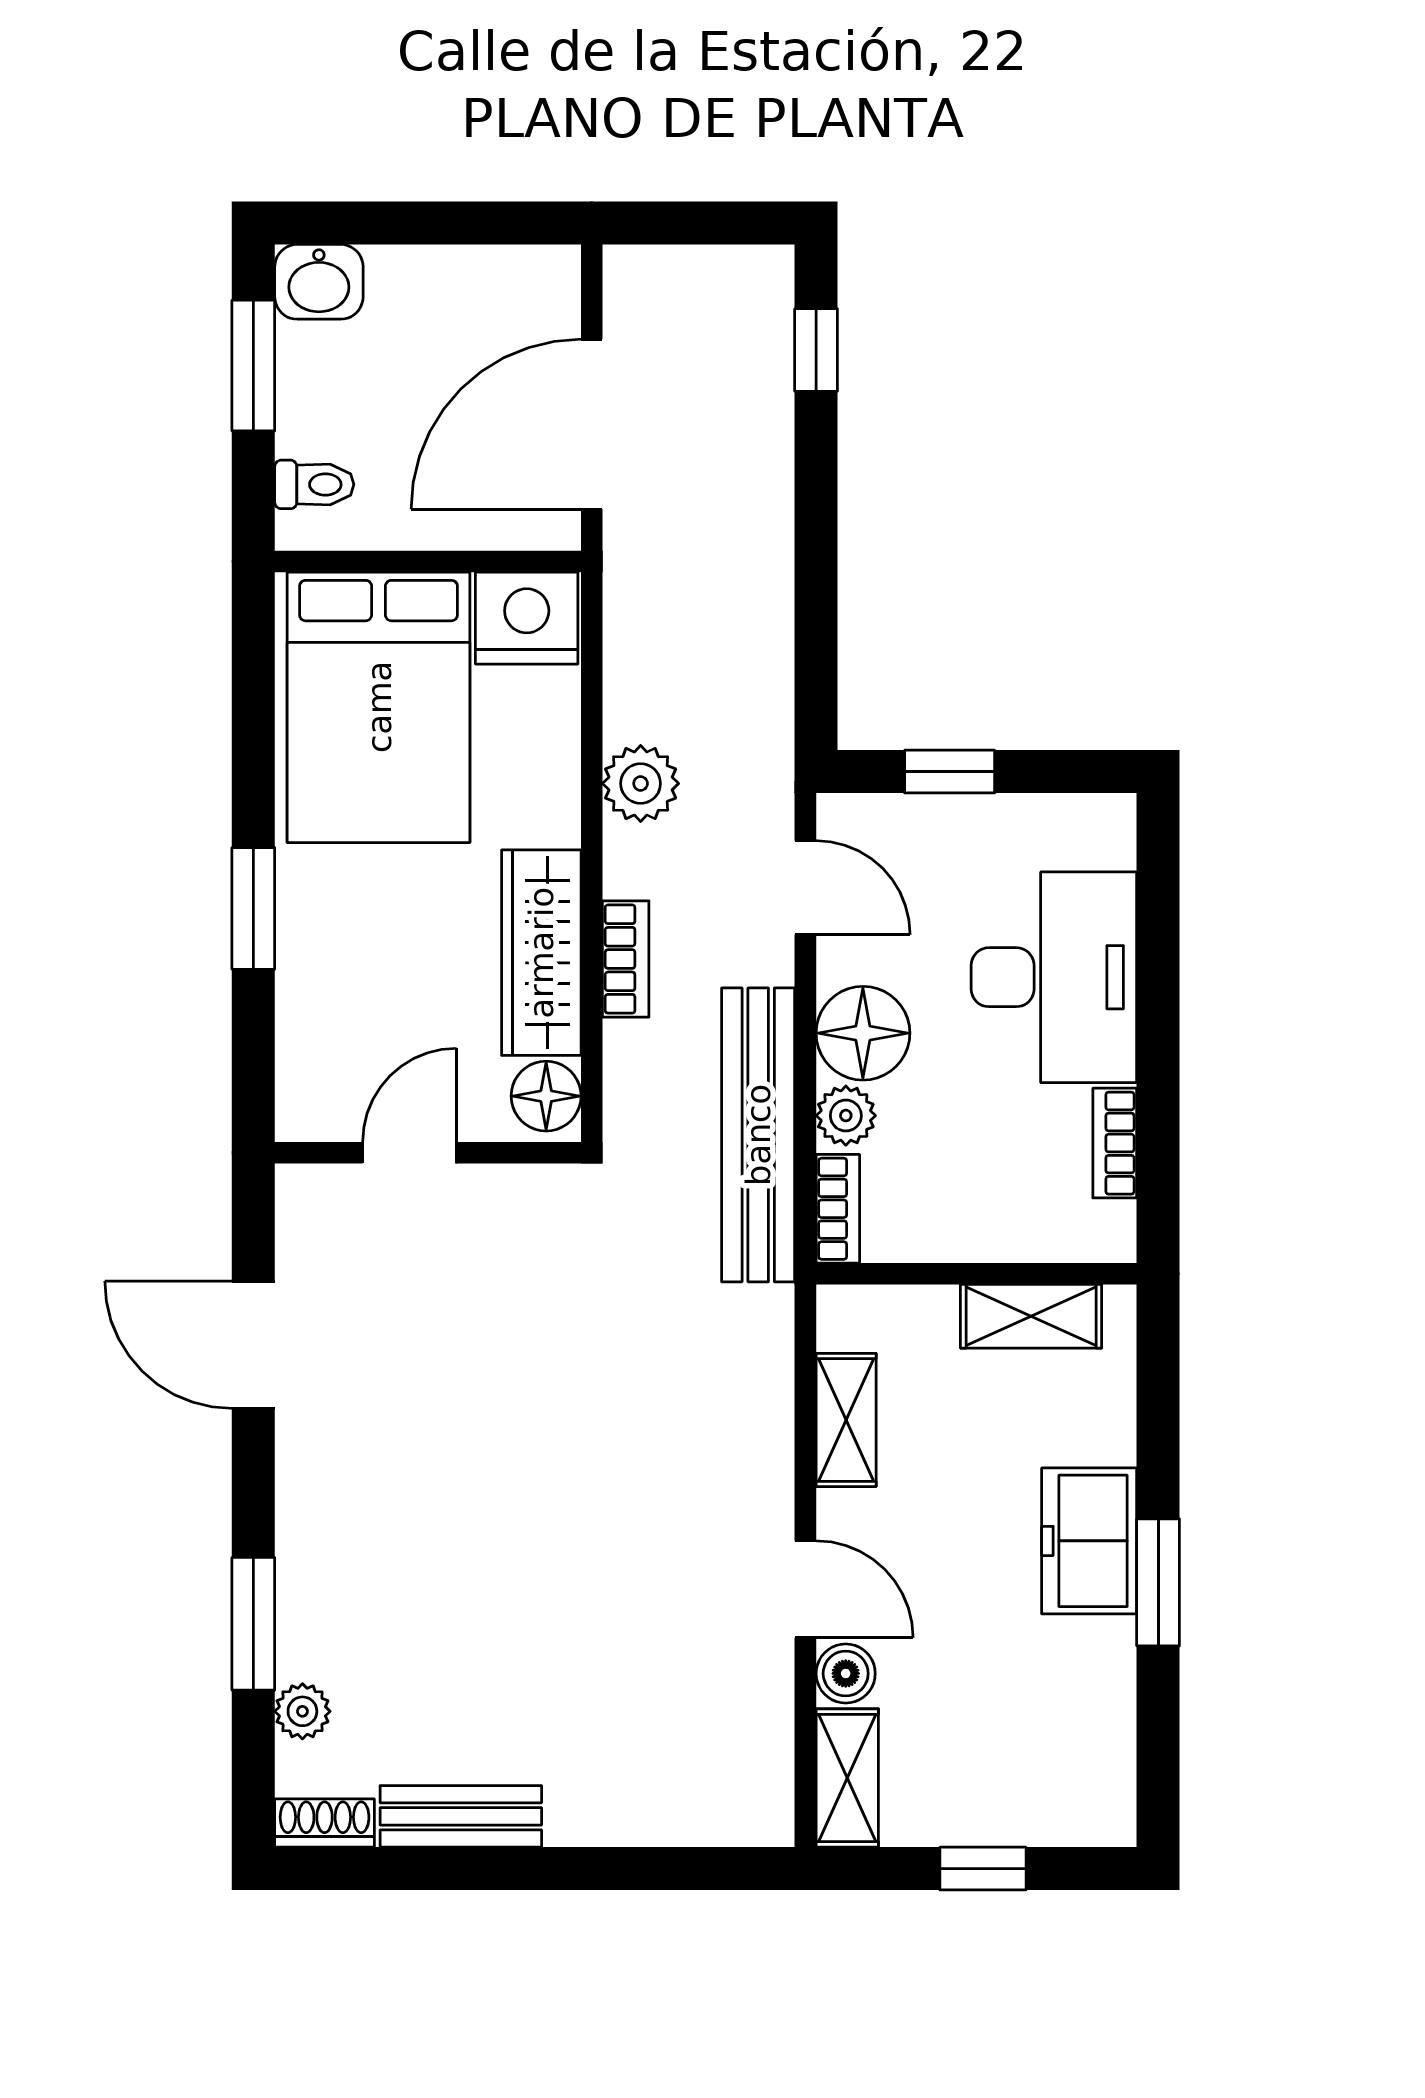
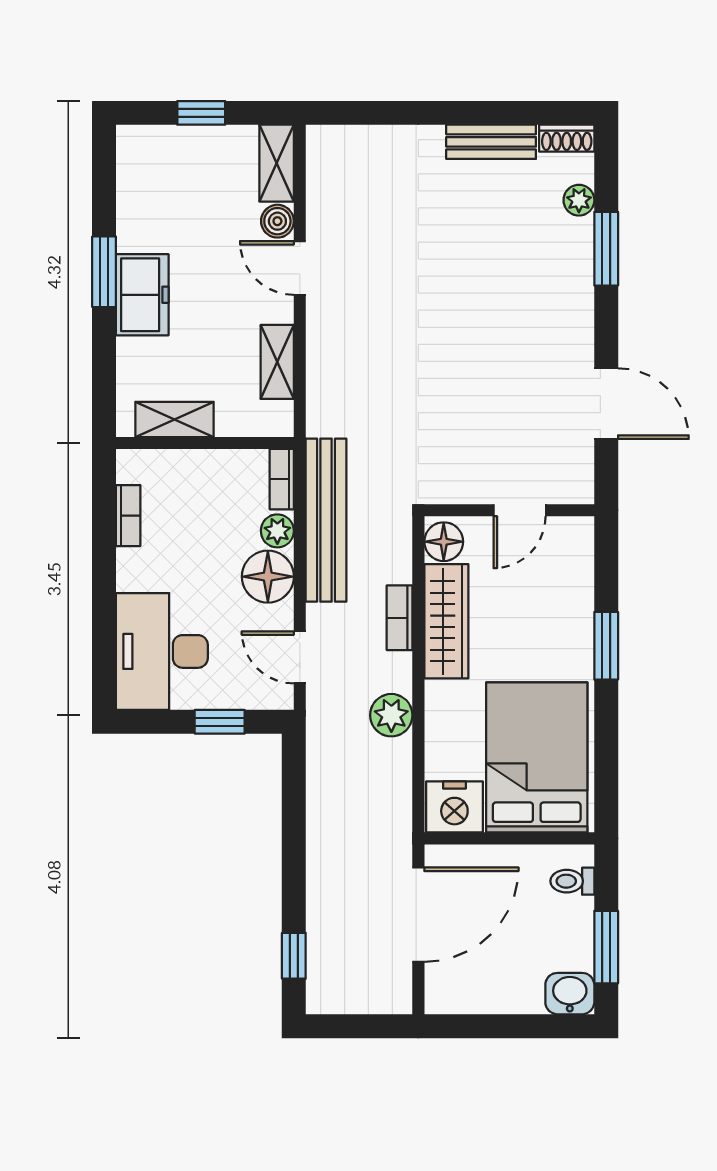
desk: (1054, 977) -> (162, 651), moved

